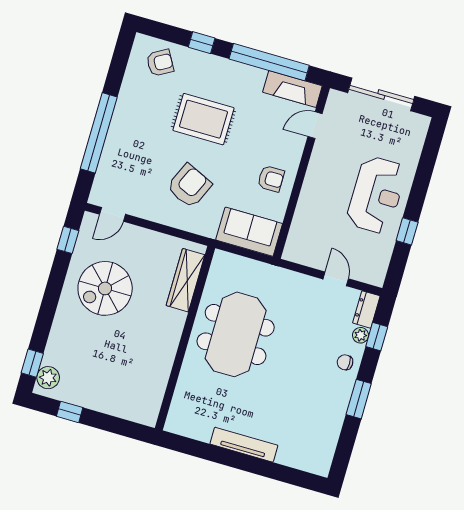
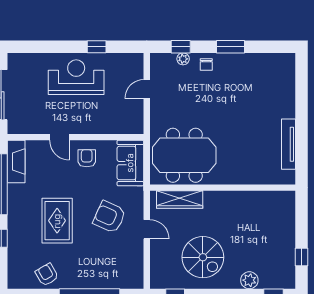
armchair: (160, 63) -> (47, 275), moved
door: (315, 125) -> (59, 137), moved
door: (112, 214) -> (147, 229), moved
dresser: (366, 309) -> (163, 60), removed
meeting table: (236, 334) -> (184, 155), moved
plant: (48, 378) -> (249, 280), moved
tv unit: (244, 445) -> (289, 144), moved

